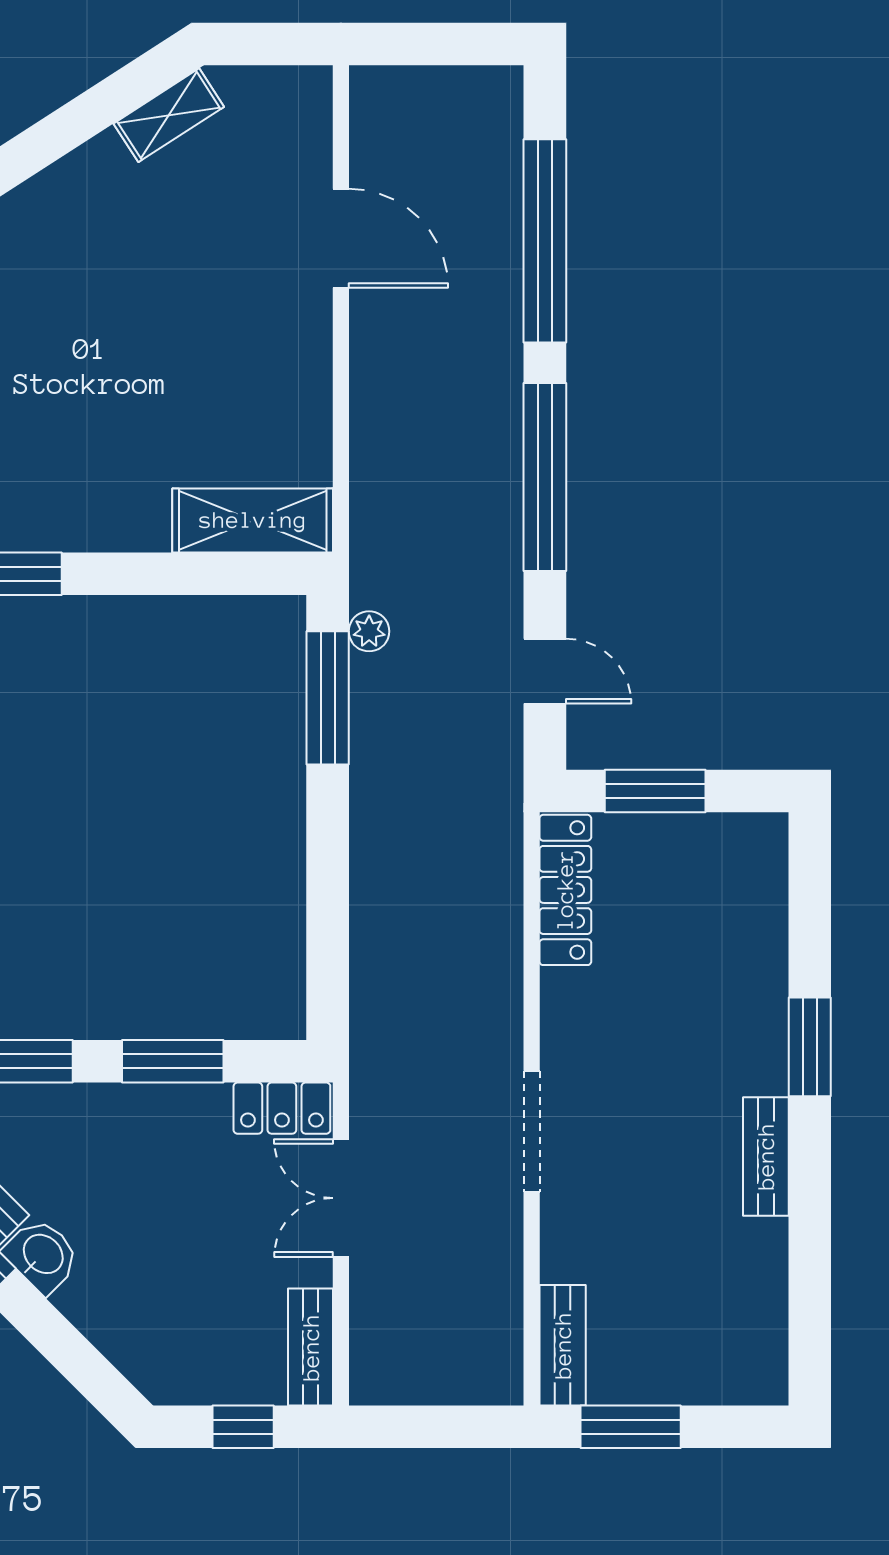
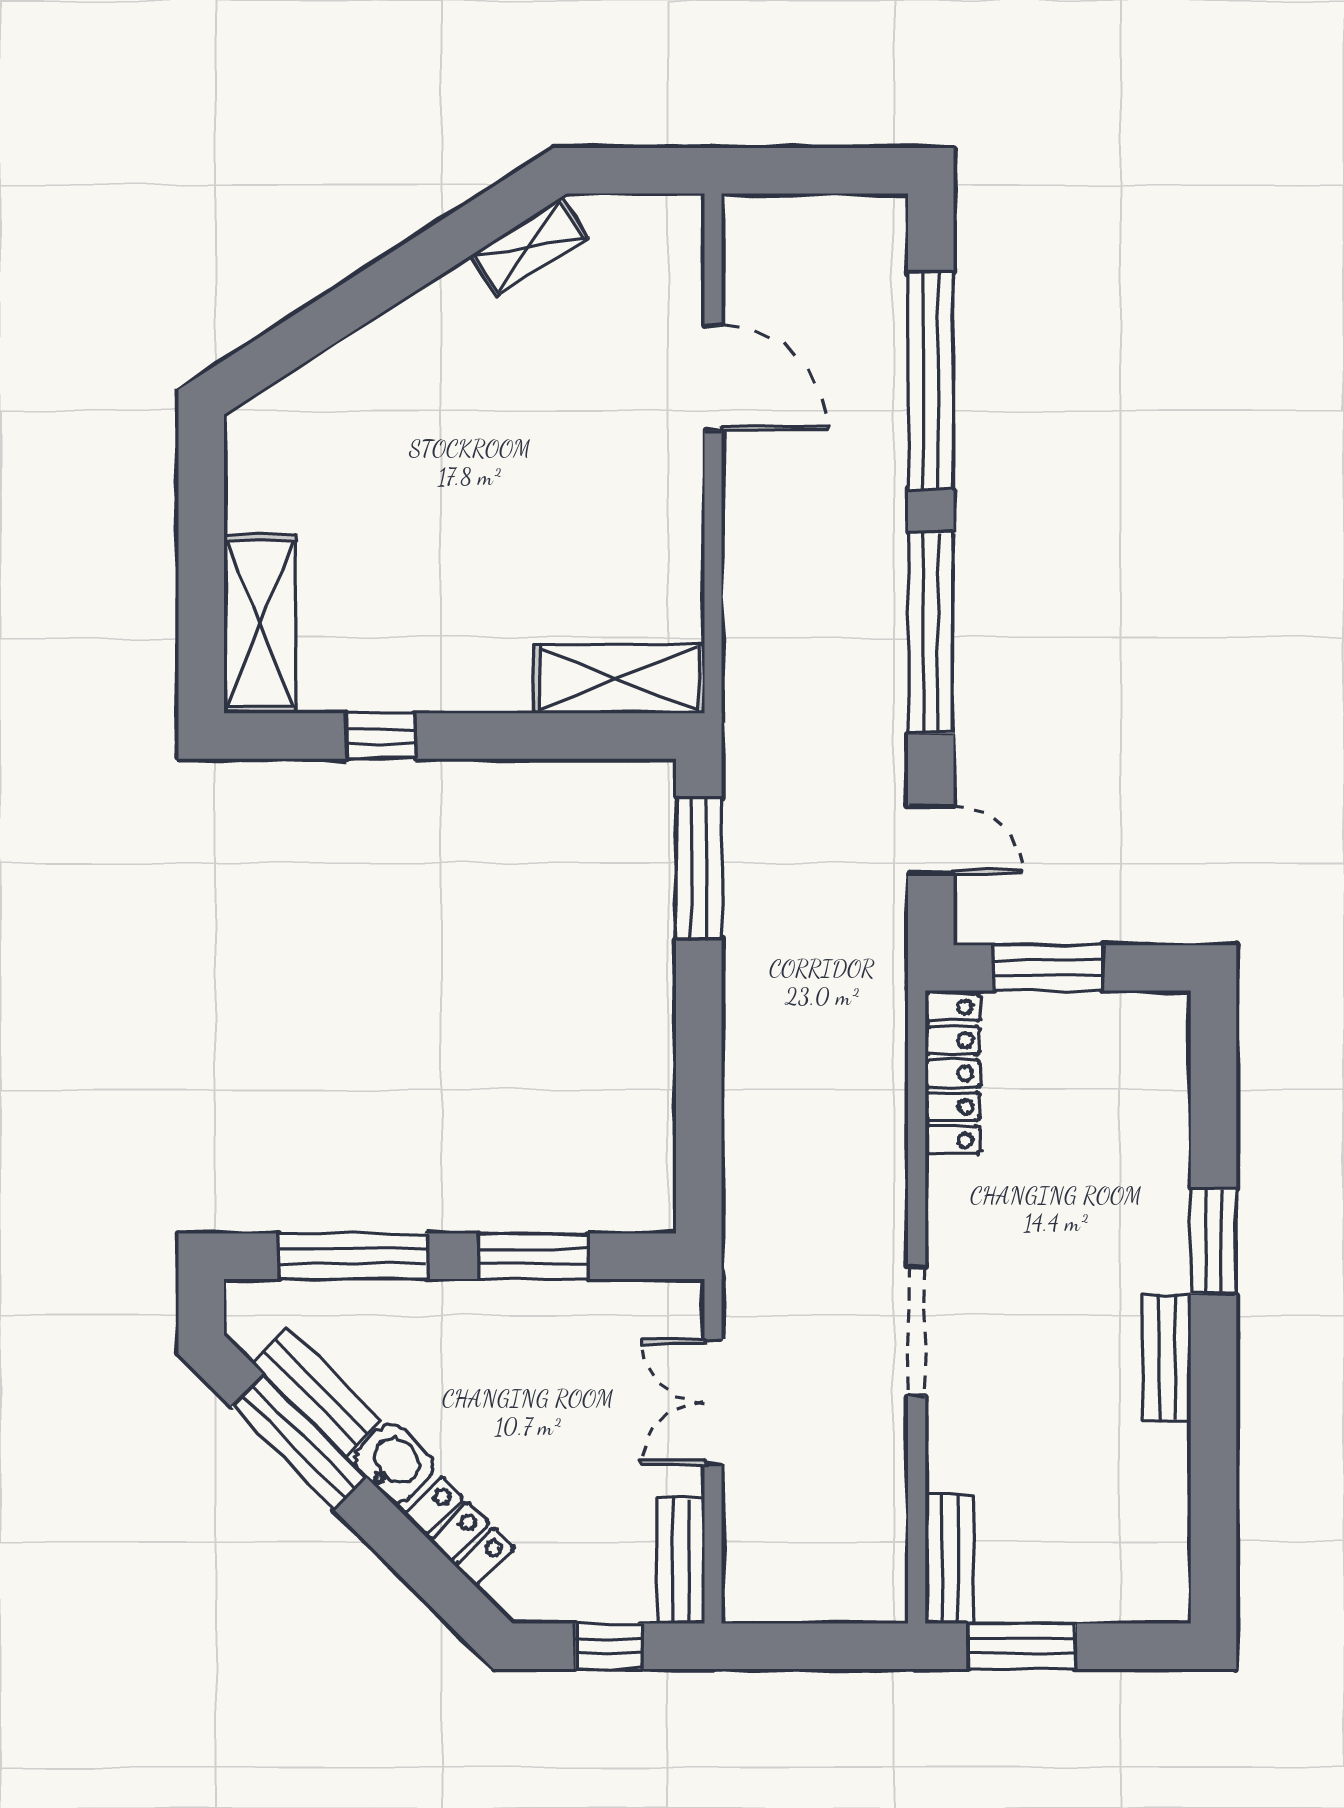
plant: (369, 631) -> (743, 797), removed
locker: (282, 1108) -> (459, 1531), moved, turned -135

